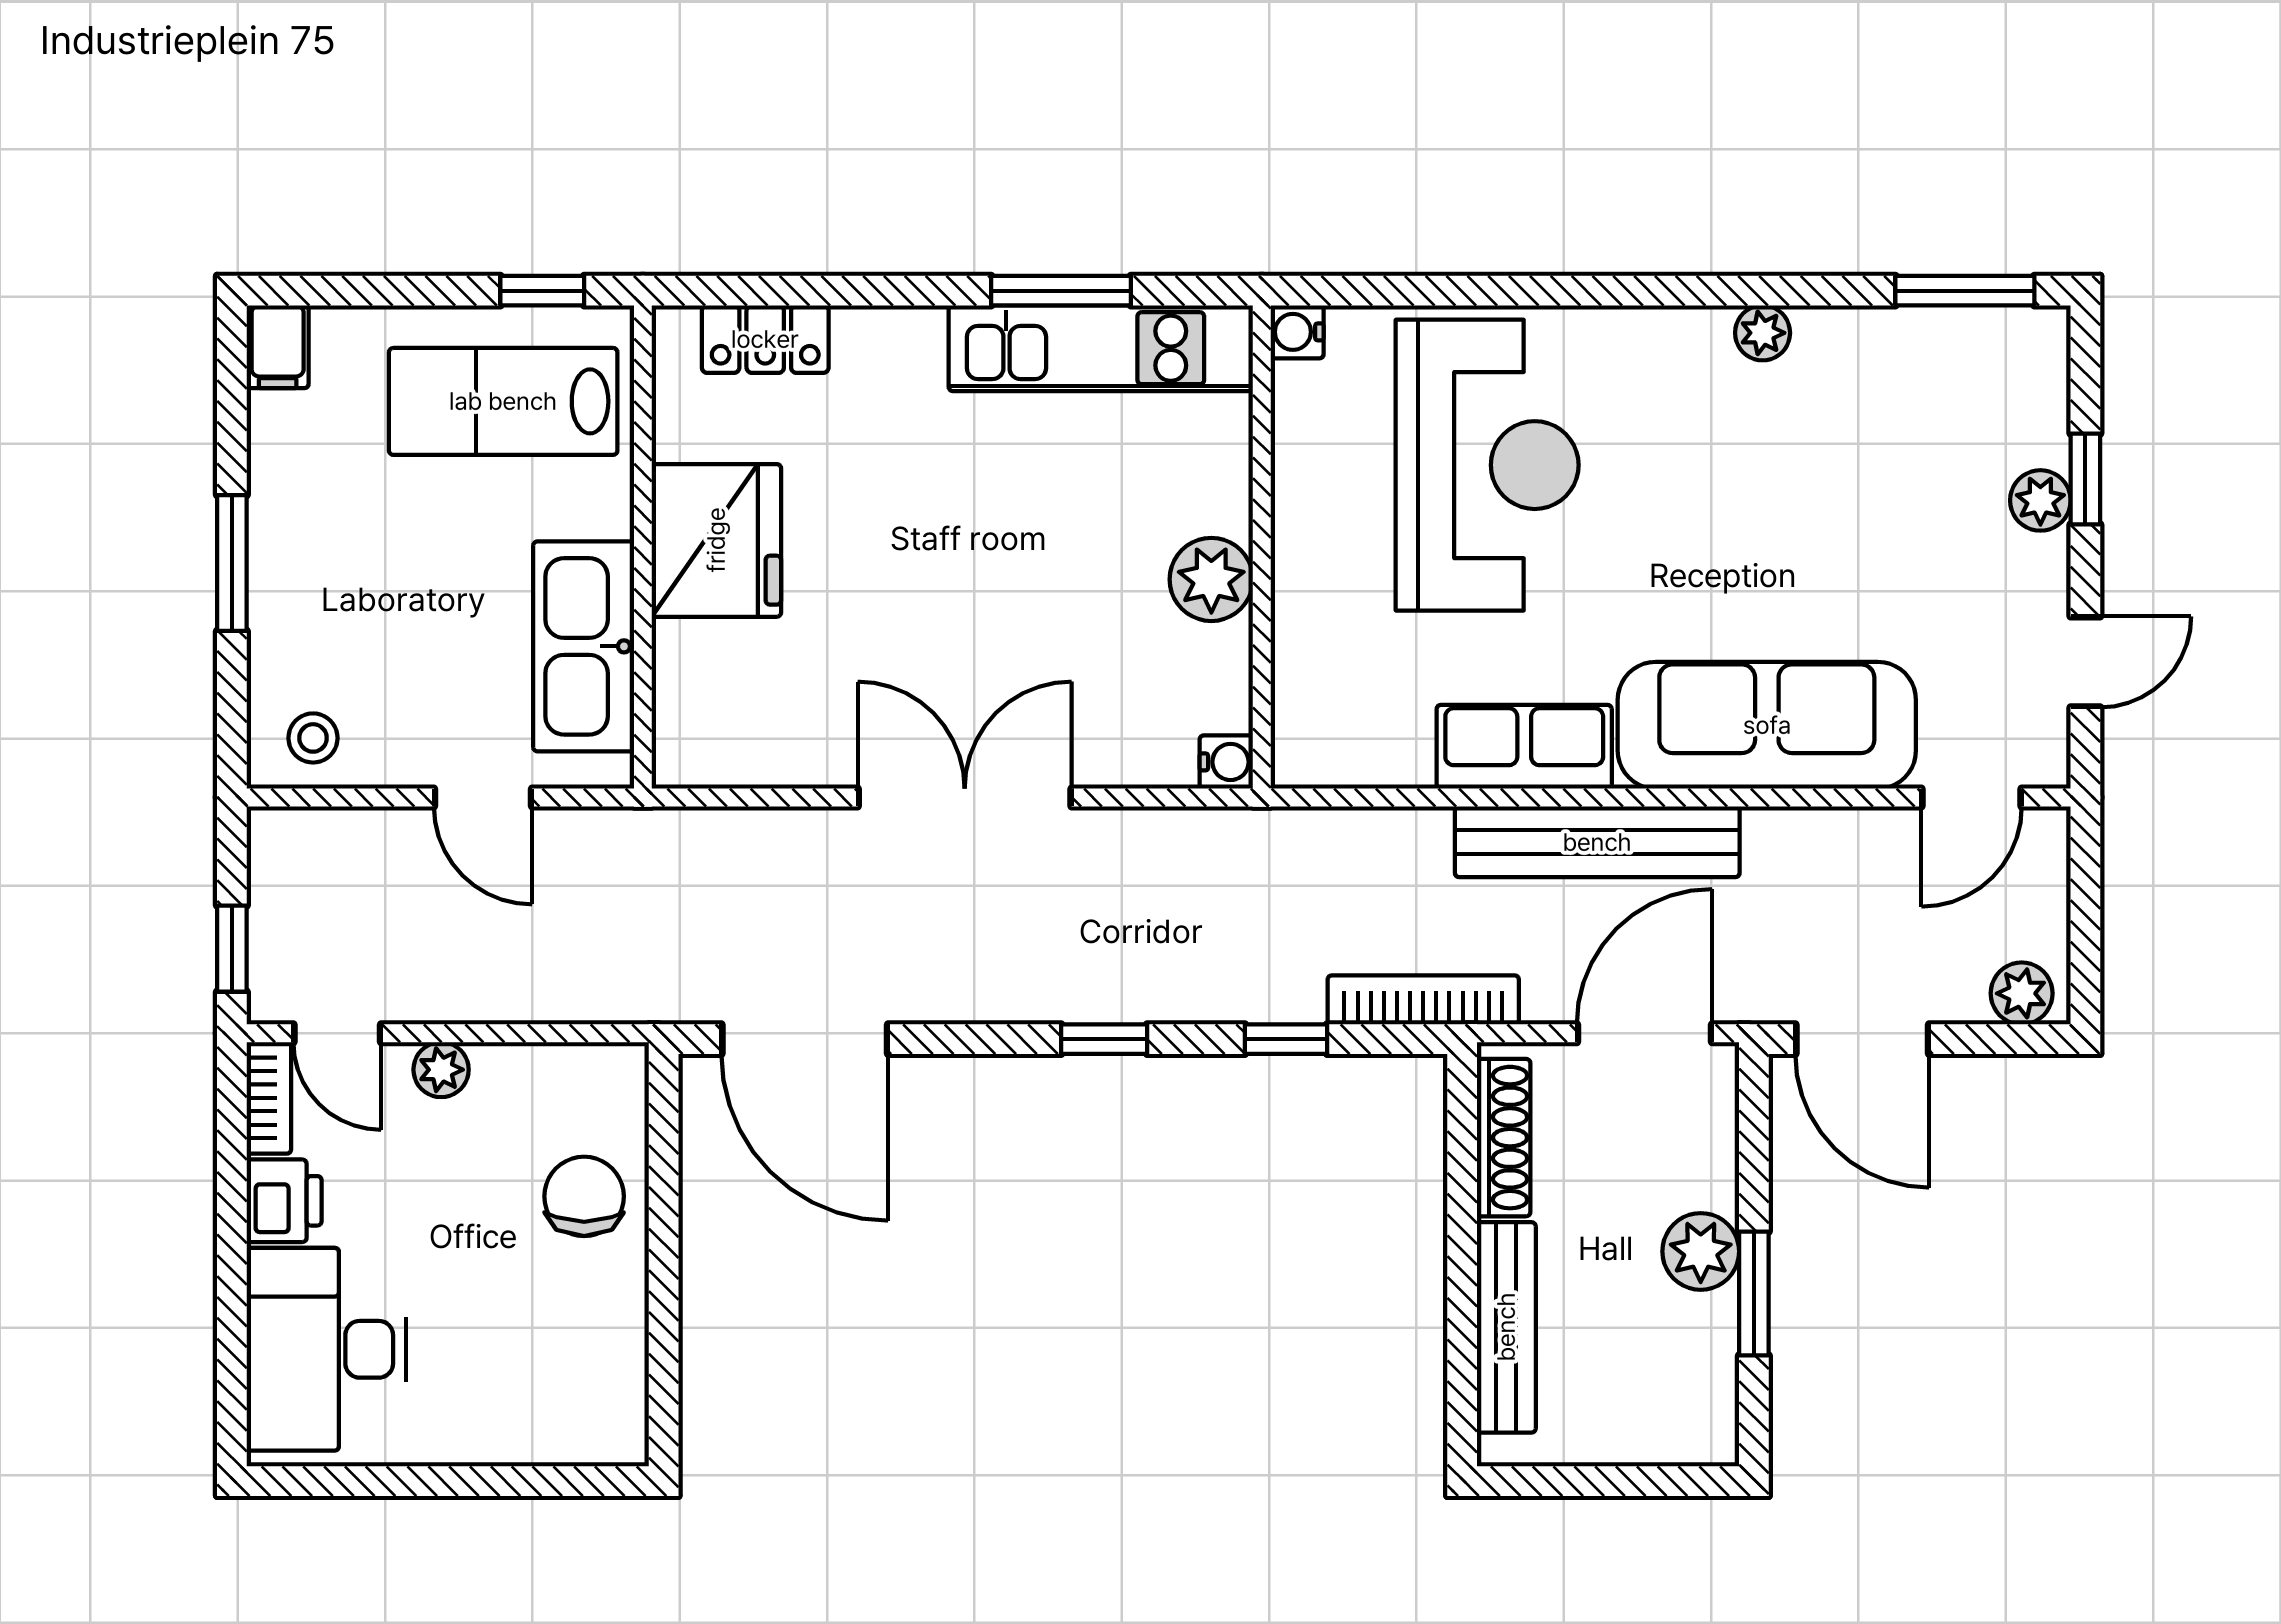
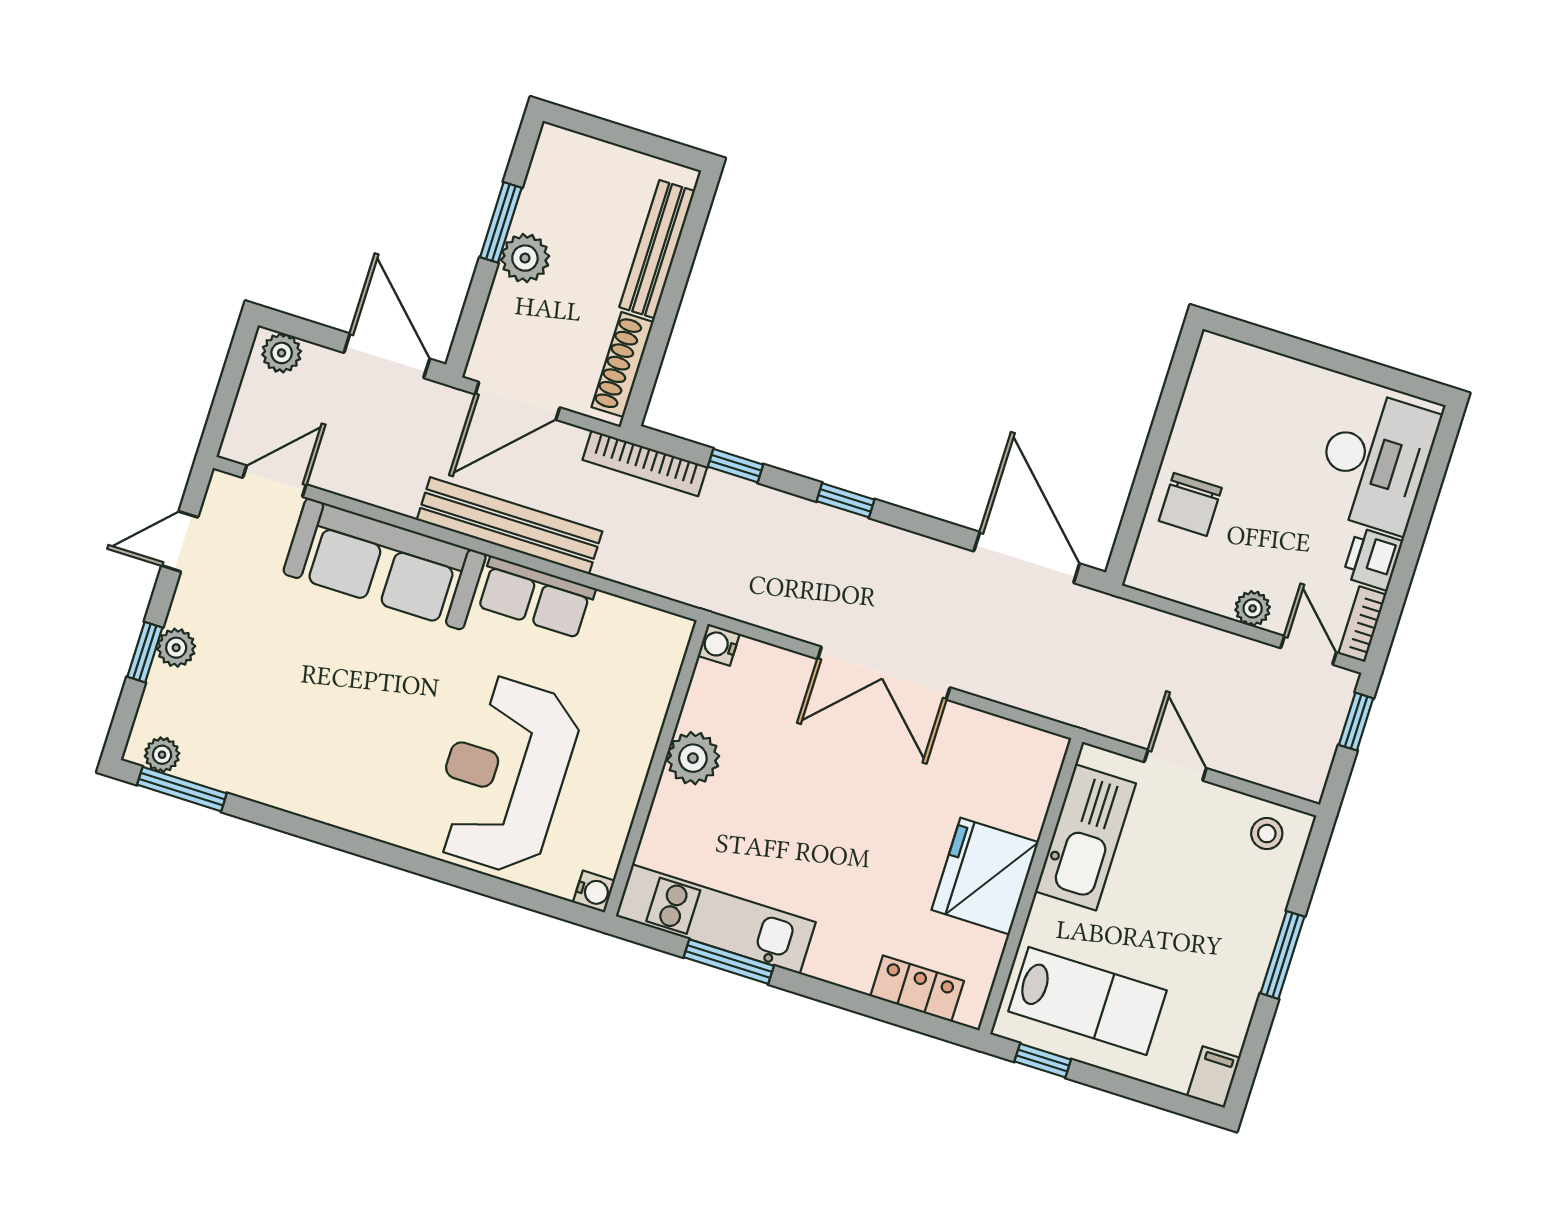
plant: (1763, 333) -> (162, 755), moved

